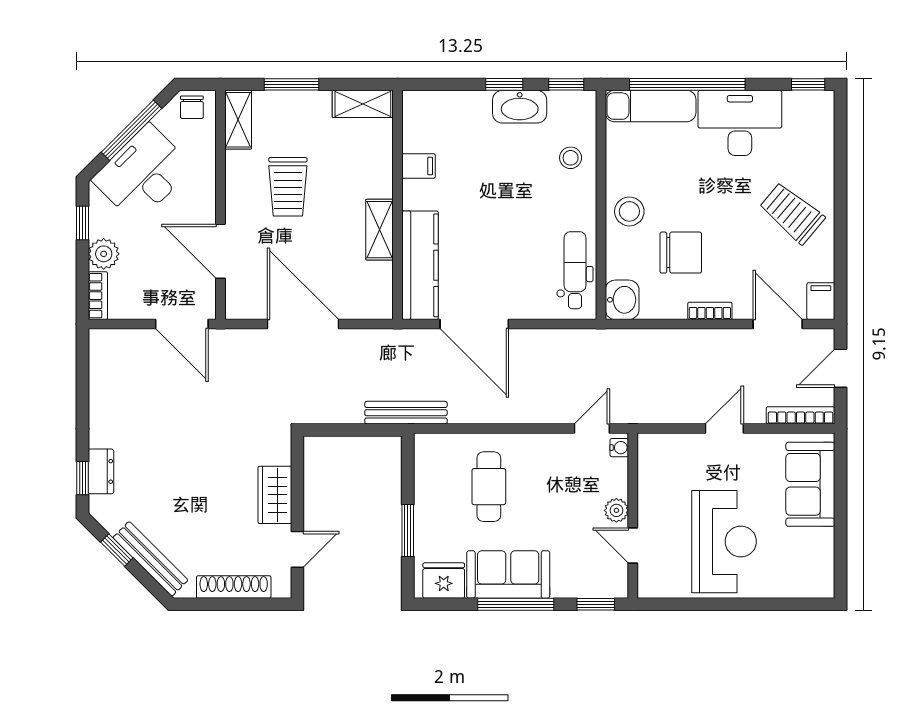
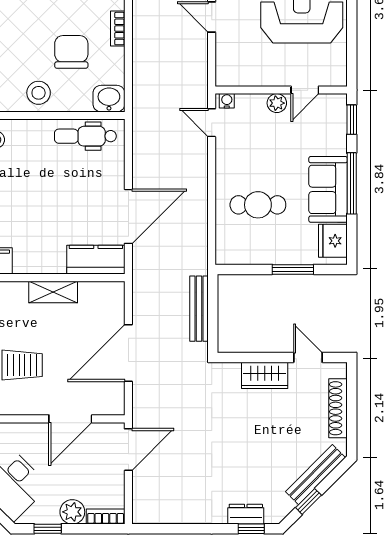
kitchen counter: (420, 265) -> (96, 260), width x0.67
bench: (406, 413) -> (199, 309), moved

